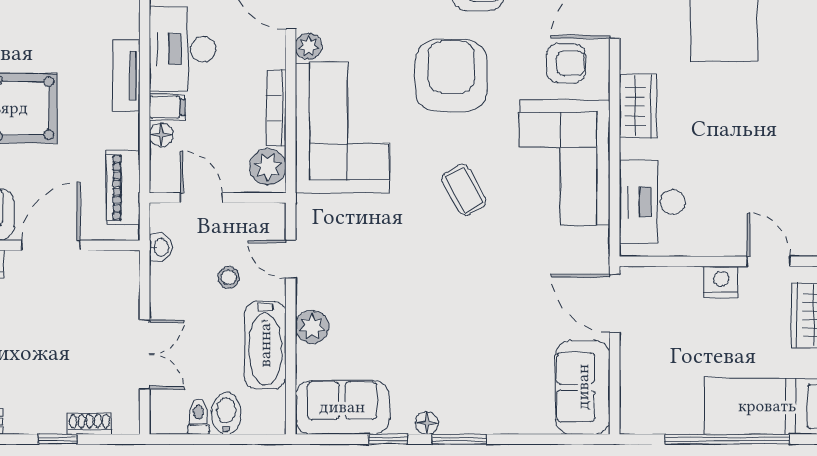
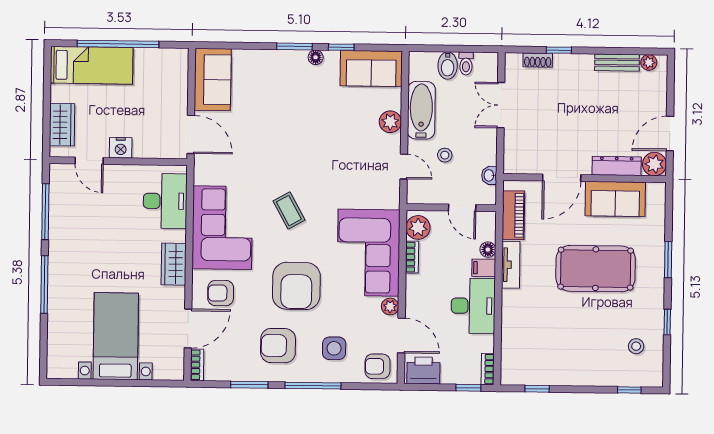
tv unit: (126, 76) -> (511, 265), moved
bookcase: (276, 108) -> (412, 257), width x0.64

